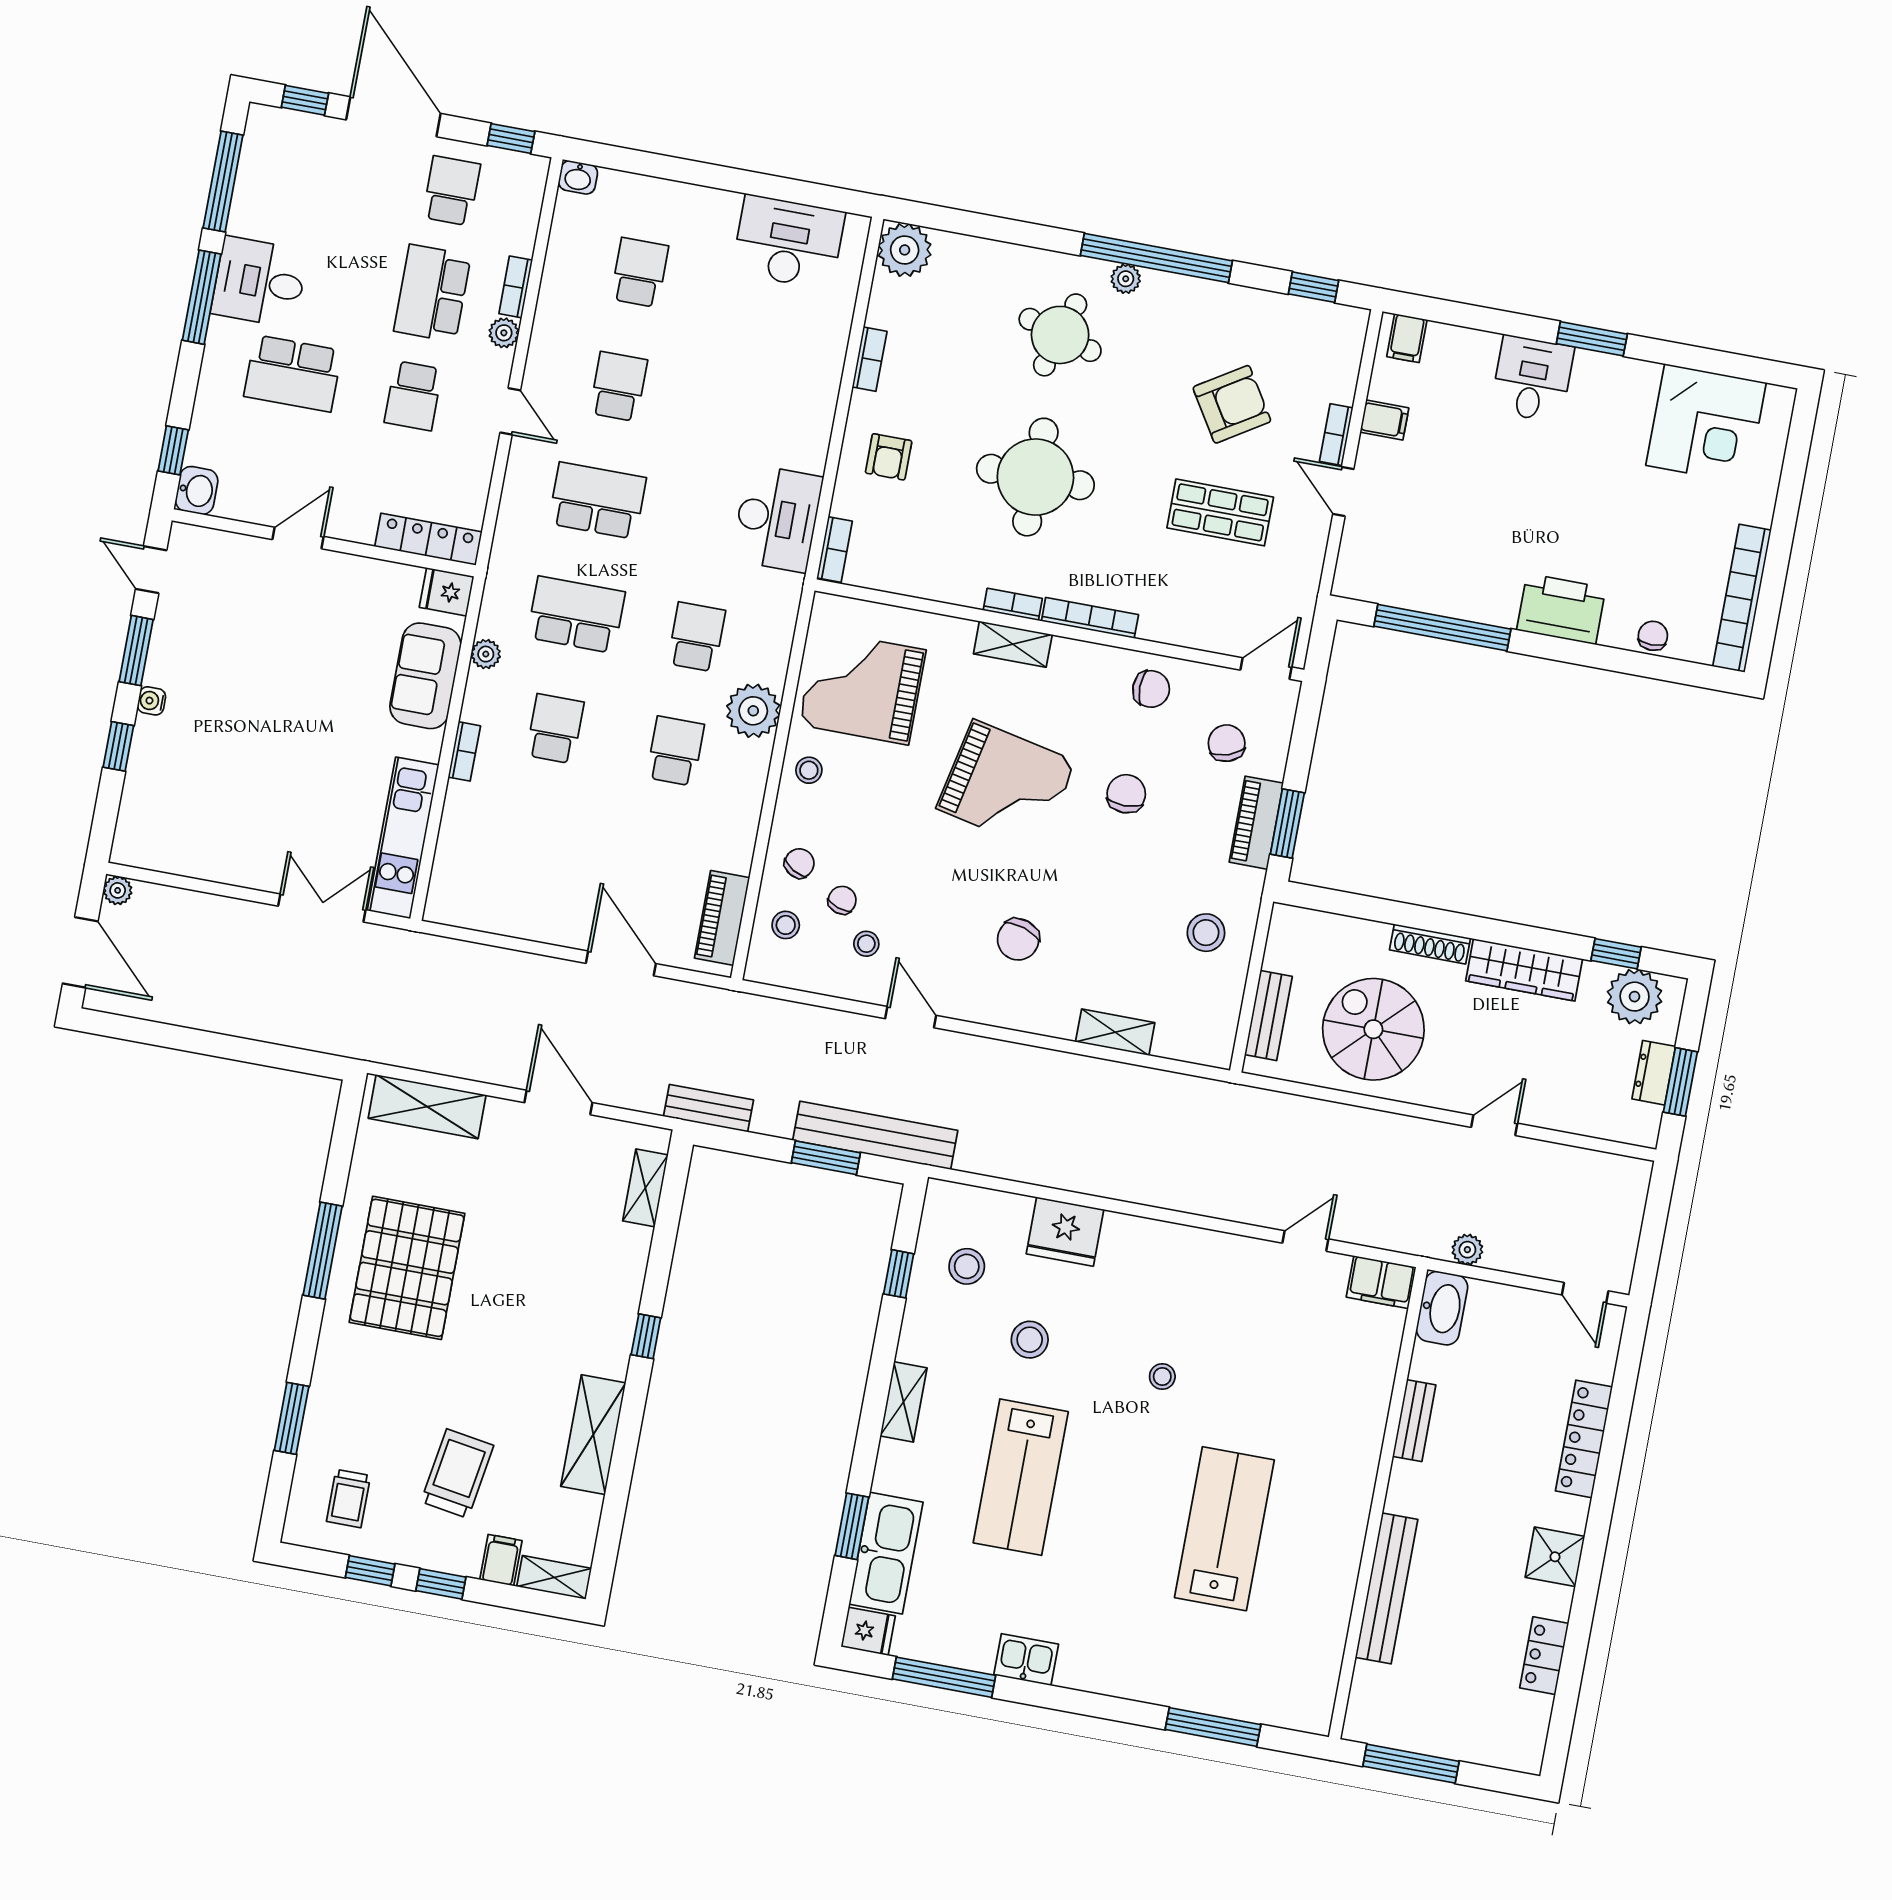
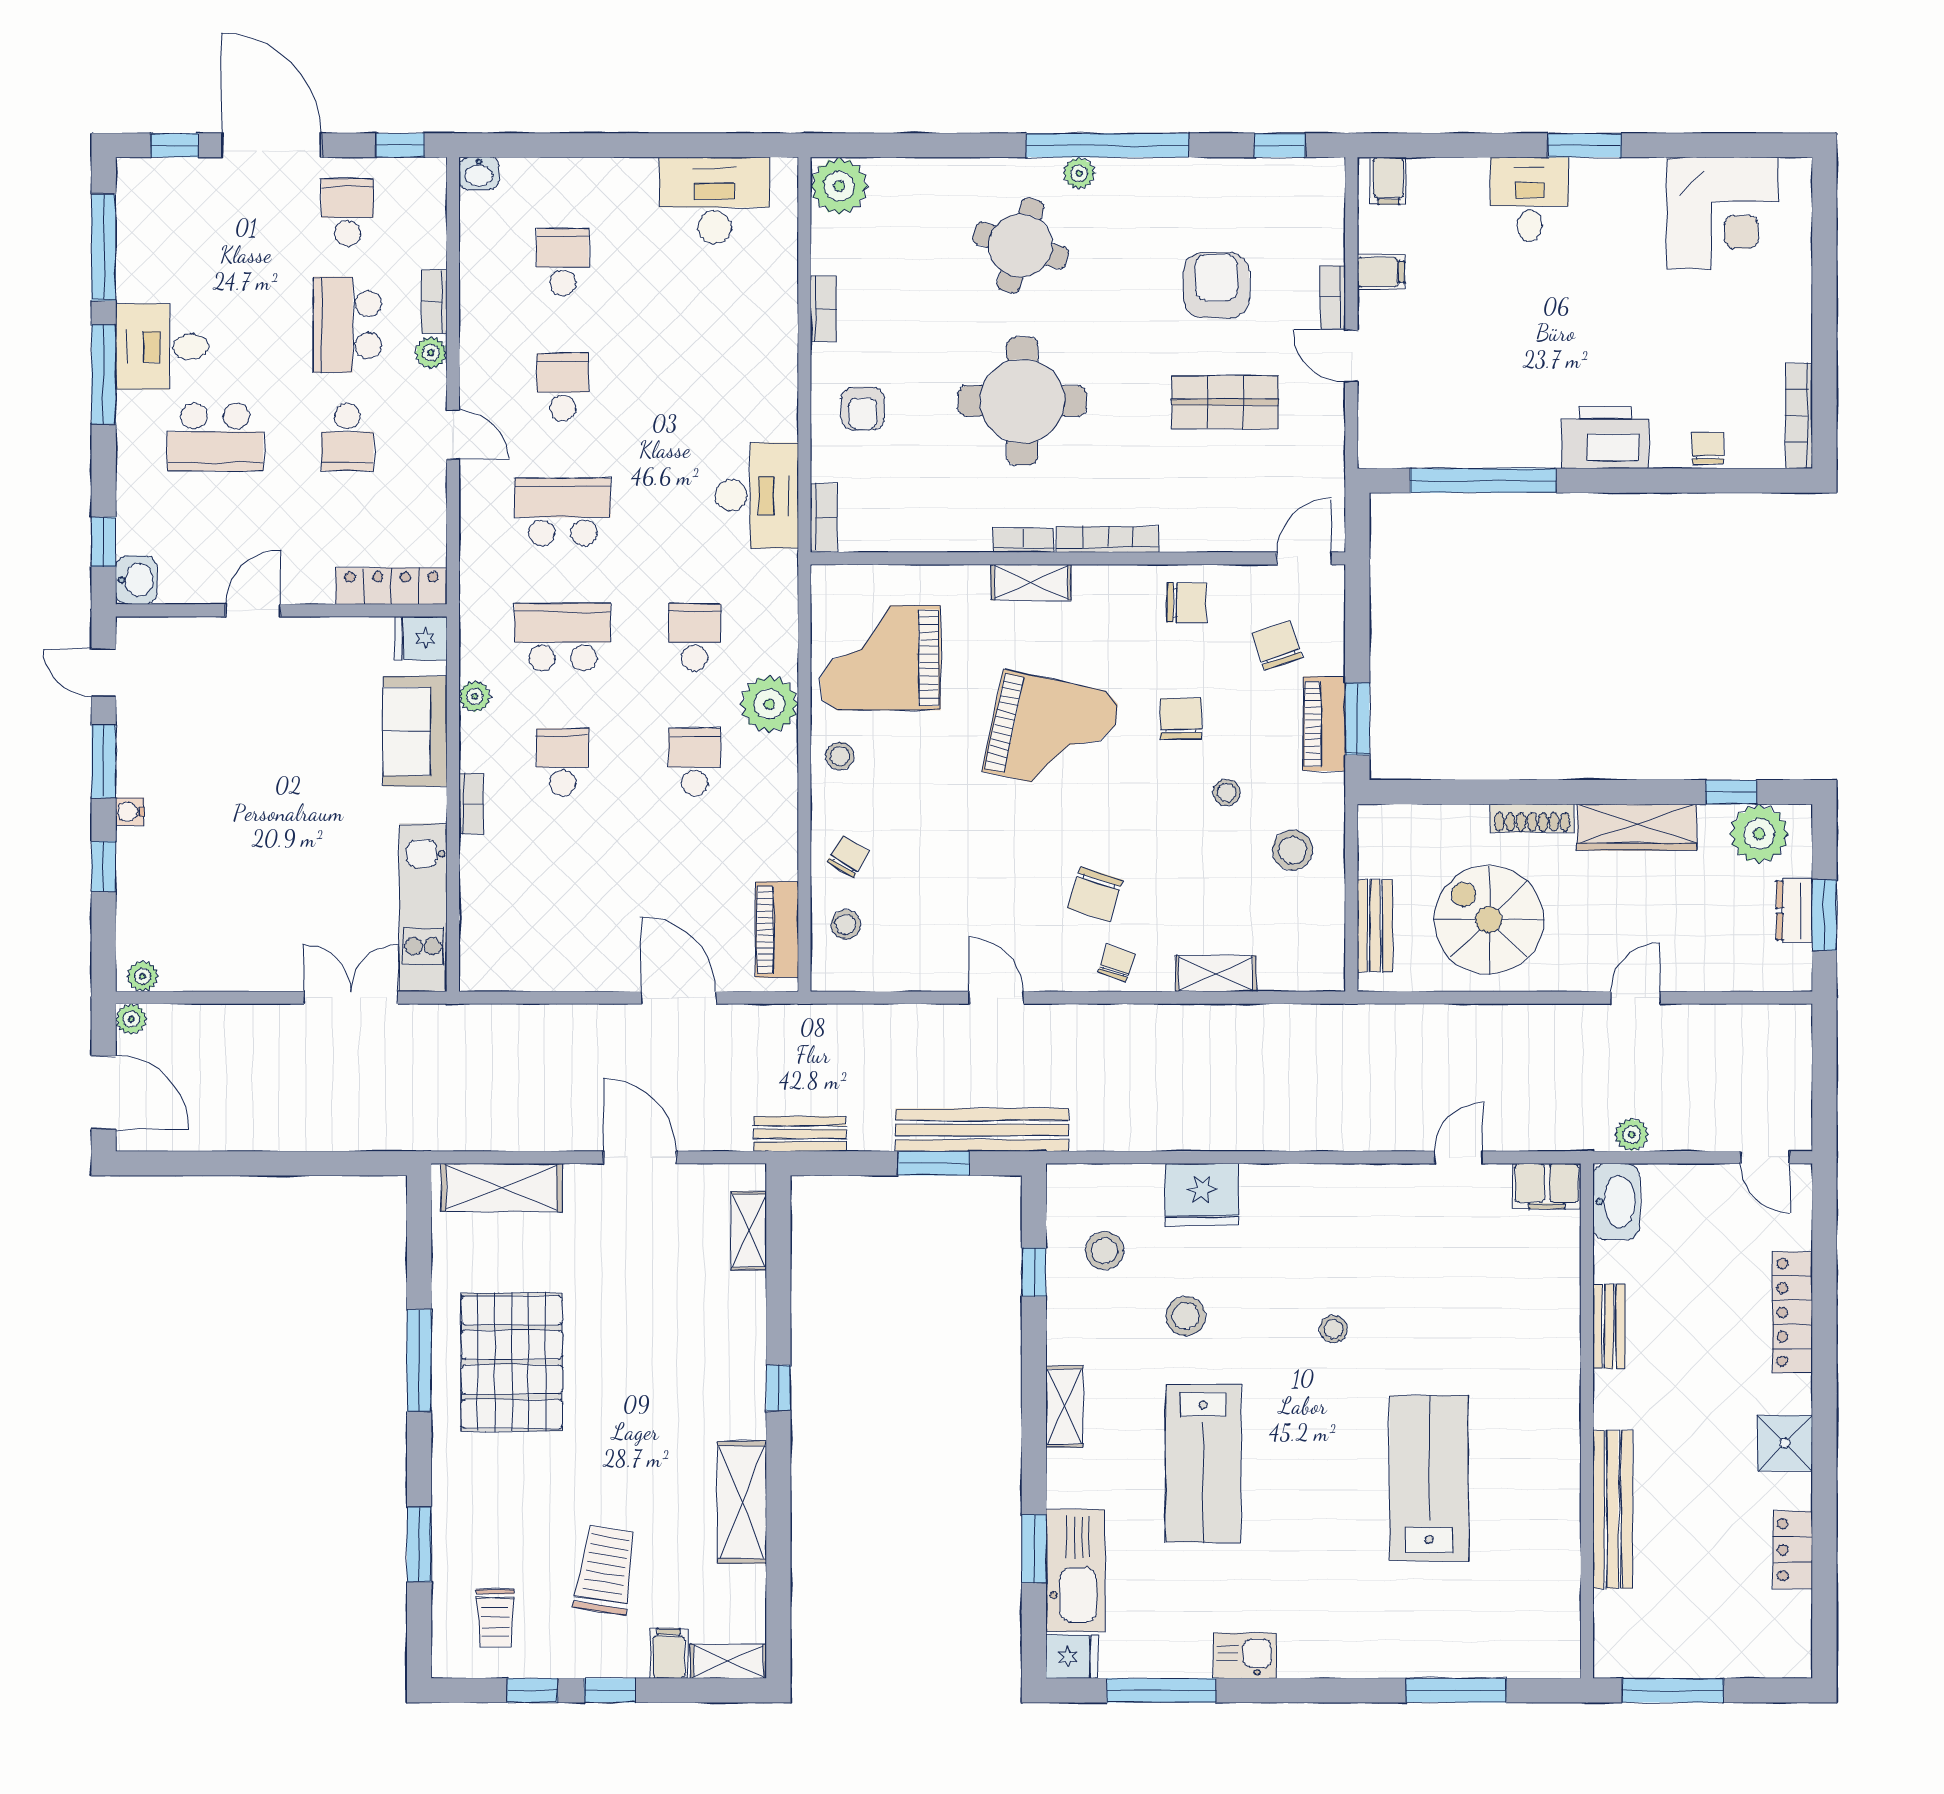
armchair: (1232, 404) -> (1216, 285), turned -58
bookcase: (1742, 598) -> (1799, 416), width x0.68, depth x0.76
plant: (135, 853) -> (143, 976), added
chair: (842, 900) -> (1116, 963), moved
stool: (866, 944) -> (1227, 792), moved

